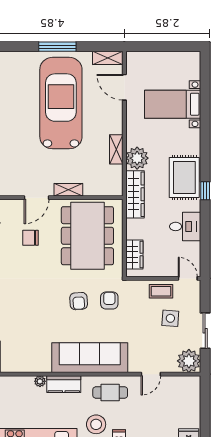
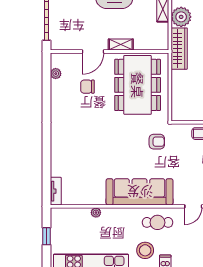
wardrobe: (134, 255) -> (179, 101), removed
armchair: (109, 300) -> (157, 142), turned 90
armchair: (79, 301) -> (130, 142), removed
kitchen counter: (64, 384) -> (117, 215), removed

